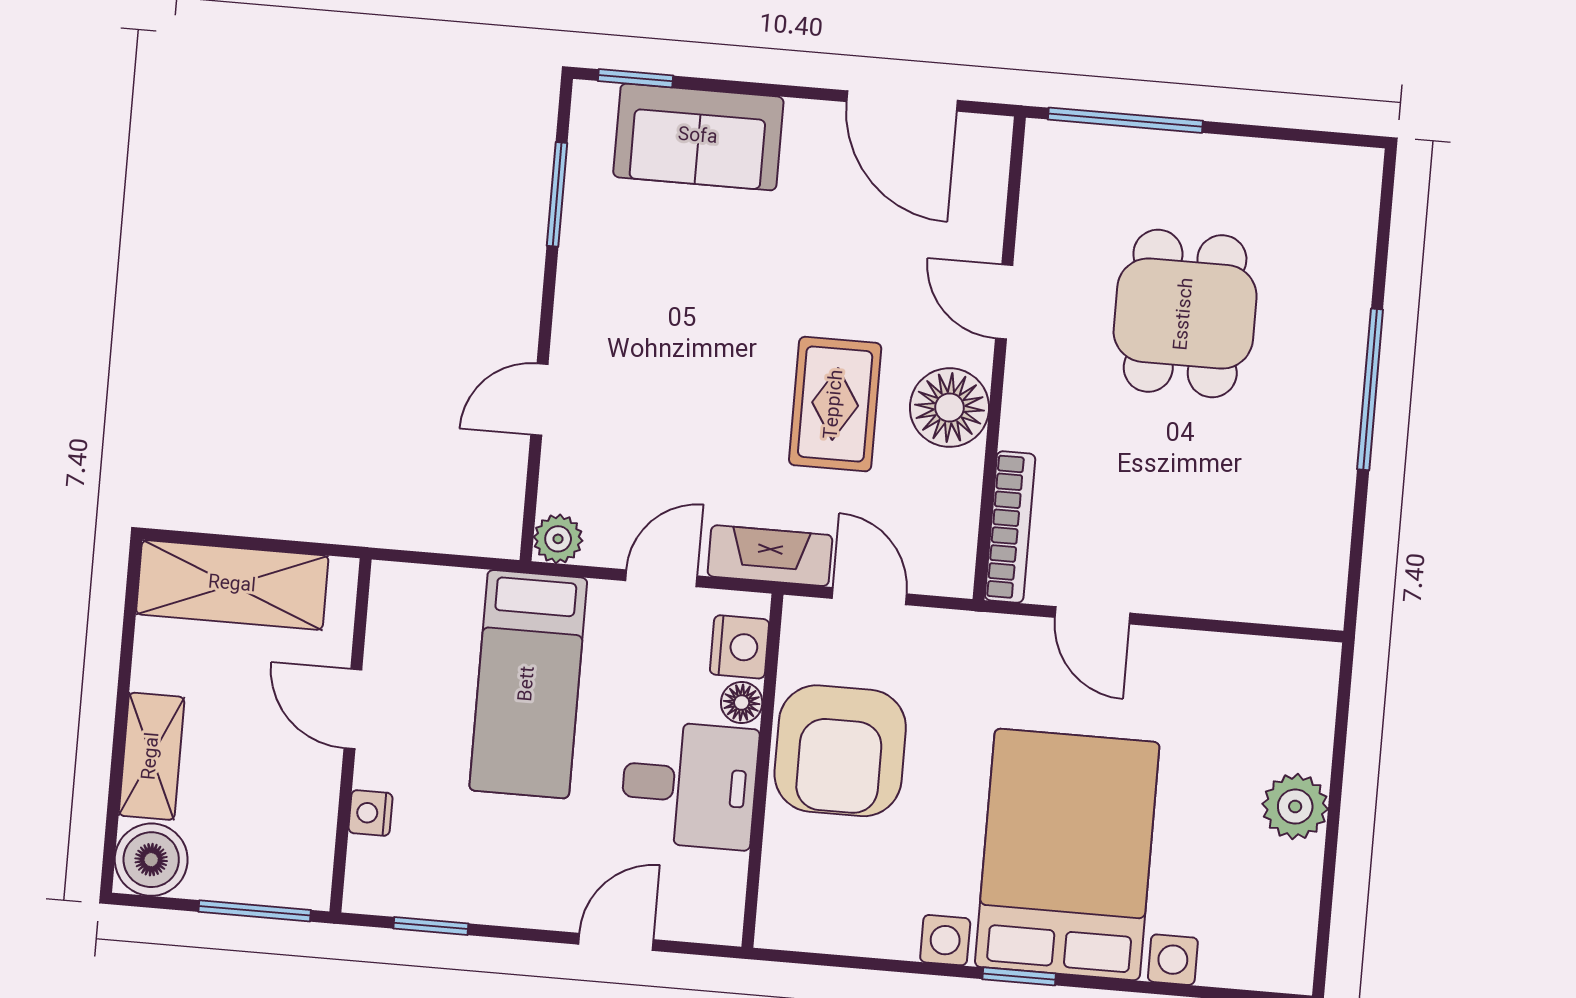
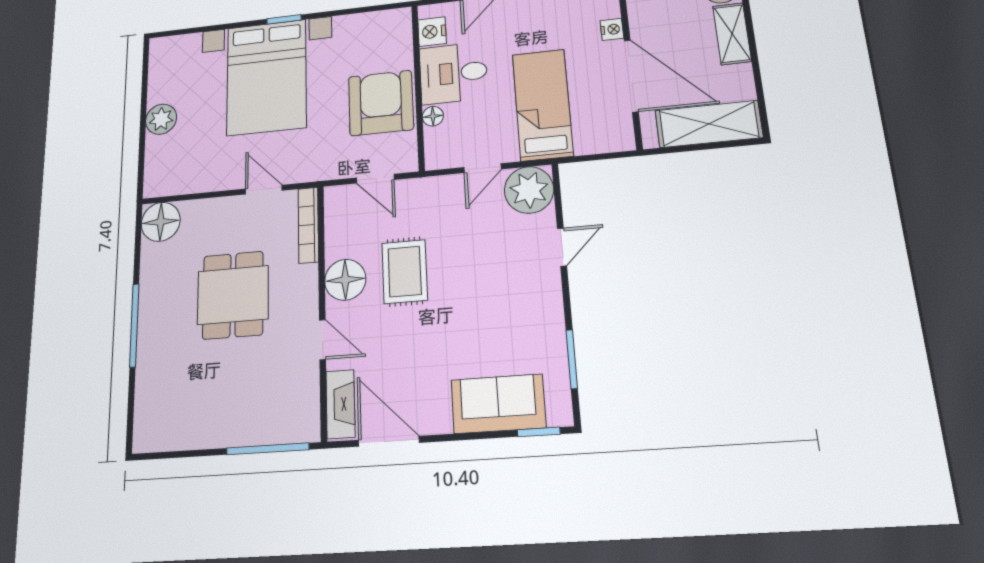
dining table: (1185, 314) -> (233, 295), moved
plant: (558, 539) -> (529, 190), width x1.87, depth x1.87
fireplace: (770, 556) -> (340, 404), moved, turned -90
floor lamp: (1307, 587) -> (161, 222), added
nightstand: (740, 647) -> (432, 32), moved
door: (353, 709) -> (631, 76), width x1.88

